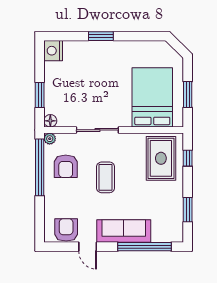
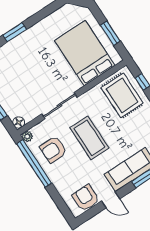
armchair: (66, 166) -> (53, 149), turned 90
coffee table: (106, 177) -> (89, 138), width x1.36, depth x1.32

